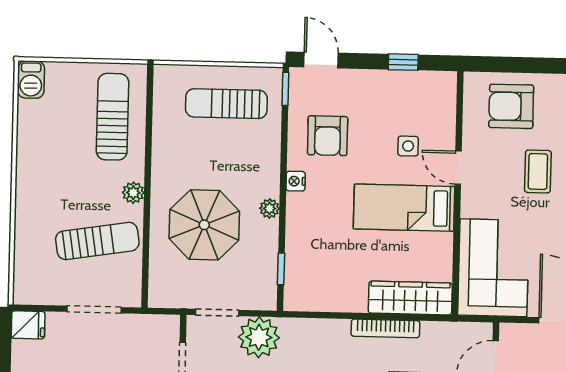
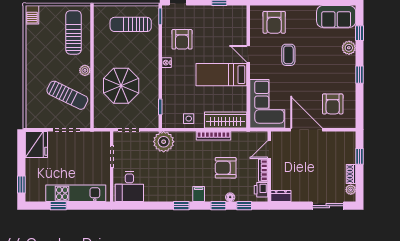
armchair: (511, 106) -> (274, 22), turned -90
side table: (408, 146) -> (189, 119), moved
plant: (270, 208) -> (154, 77), removed
sun lounger: (97, 241) -> (67, 95), turned 35
fridge: (28, 325) -> (36, 144), width x1.88, depth x1.34
plant: (259, 337) -> (164, 142), moved

